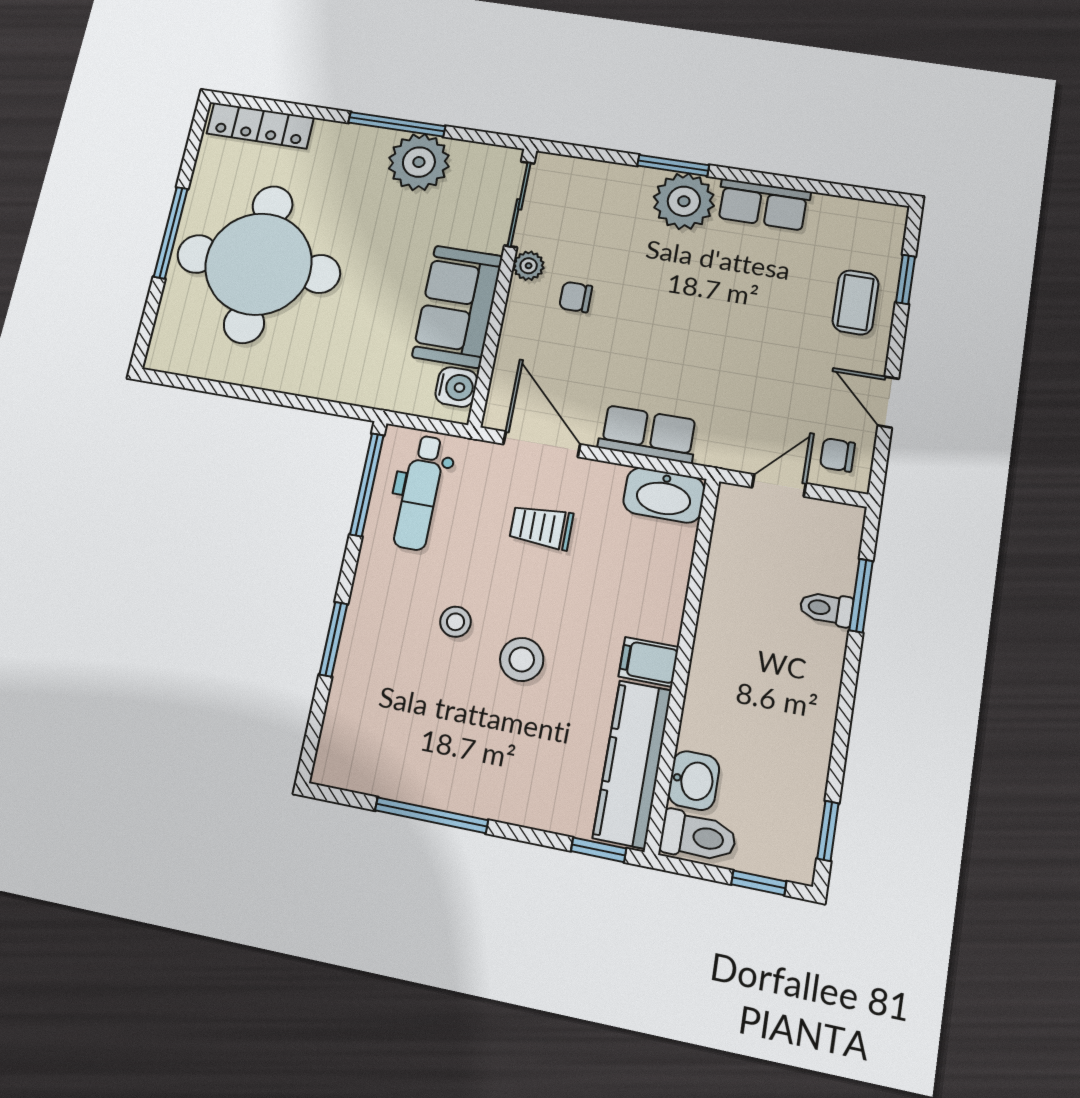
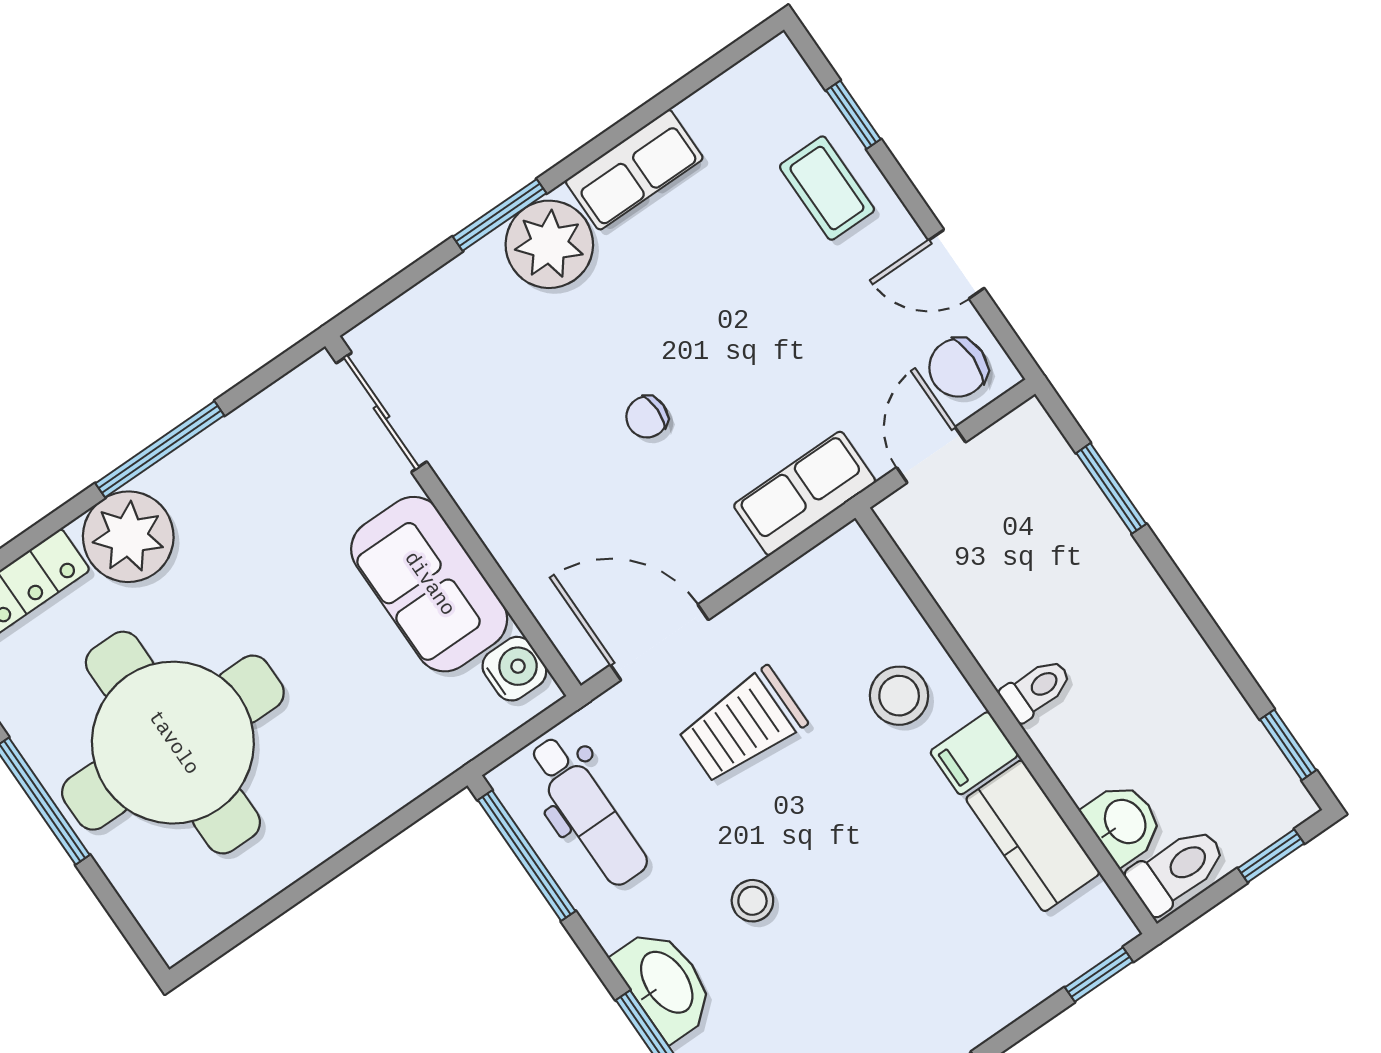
plant: (419, 162) -> (128, 537), moved
plant: (529, 266) -> (458, 470), removed
chair: (576, 297) -> (647, 417), moved
row of seats: (648, 434) -> (805, 493), moved
chair: (837, 455) -> (958, 368), width x1.37, depth x1.37
washbasin: (664, 495) -> (665, 983), moved, turned -90
trolley: (541, 527) -> (742, 725), width x1.36, depth x1.39
toilet: (826, 609) -> (1036, 689), moved, turned 180
stool: (522, 659) -> (899, 696), moved
kitchen counter: (632, 764) -> (1033, 836), width x0.67

